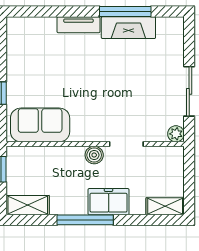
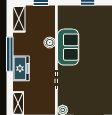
sofa: (40, 125) -> (68, 47), moved
boiler: (94, 155) -> (50, 43), moved

